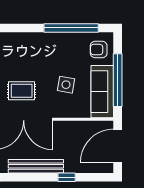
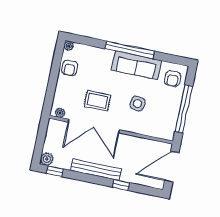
window: (71, 28) -> (130, 50), moved
armchair: (99, 50) -> (173, 79), turned -91
sofa: (102, 92) -> (136, 65), moved, turned -90

